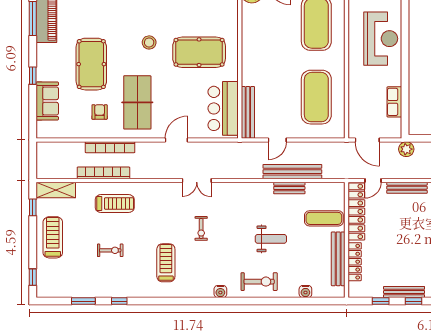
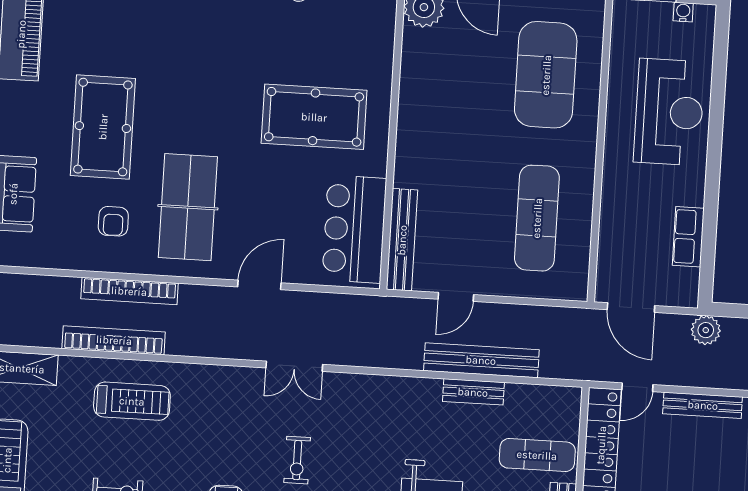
stool: (149, 42) -> (218, 92), removed
exercise mat: (316, 97) -> (537, 218), width x0.68
armchair: (100, 112) -> (113, 221), turned 180

